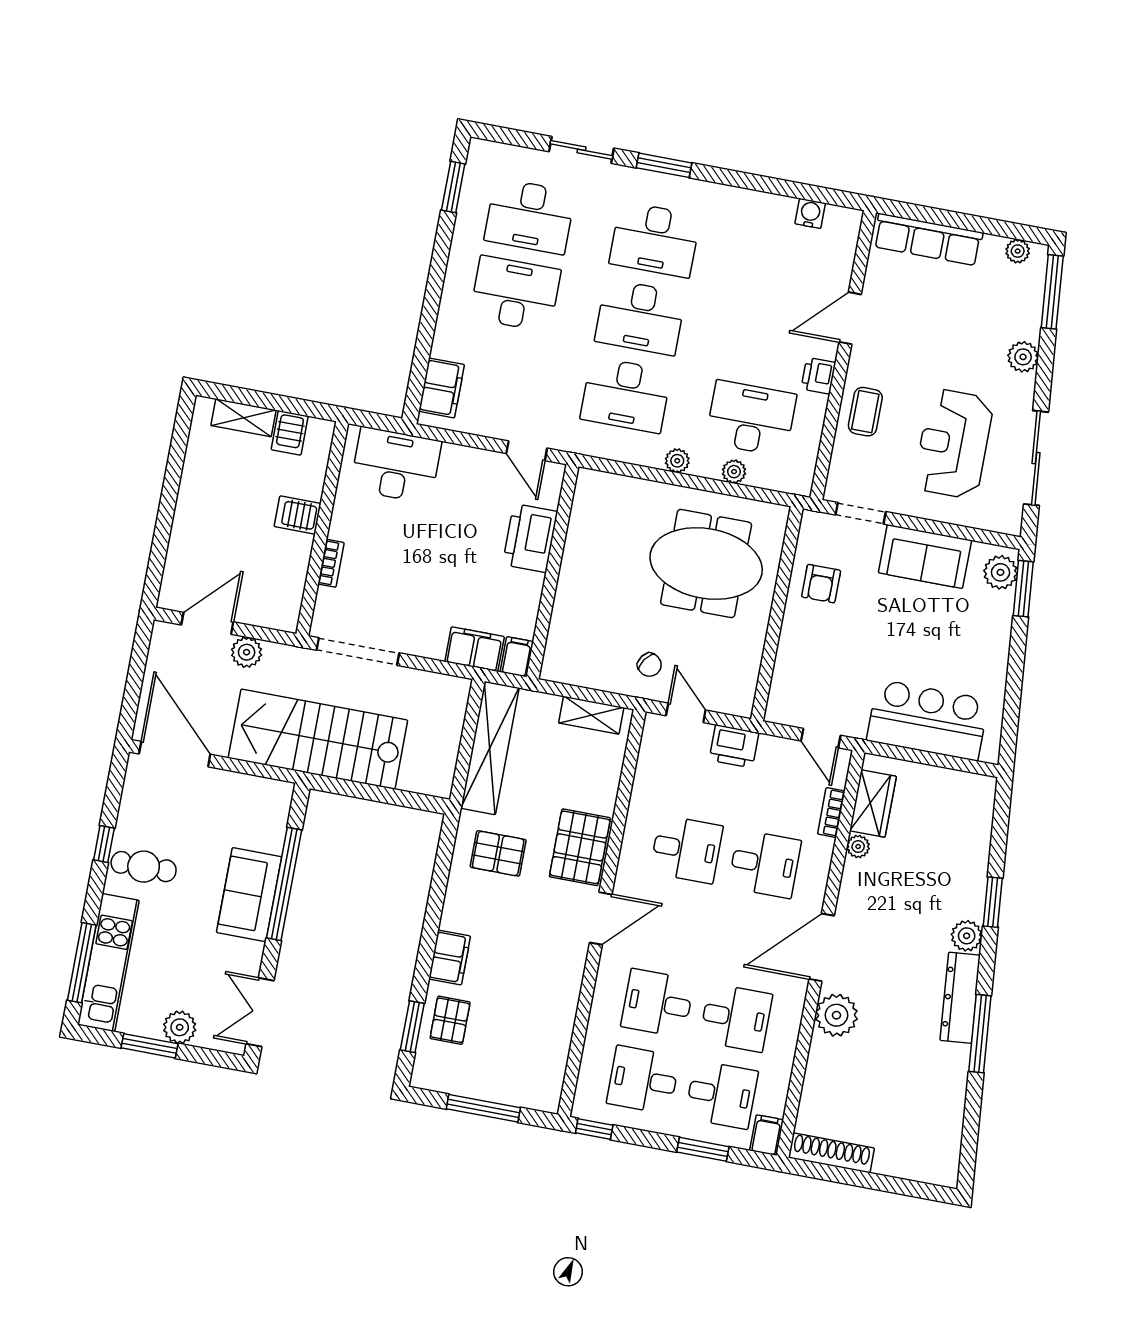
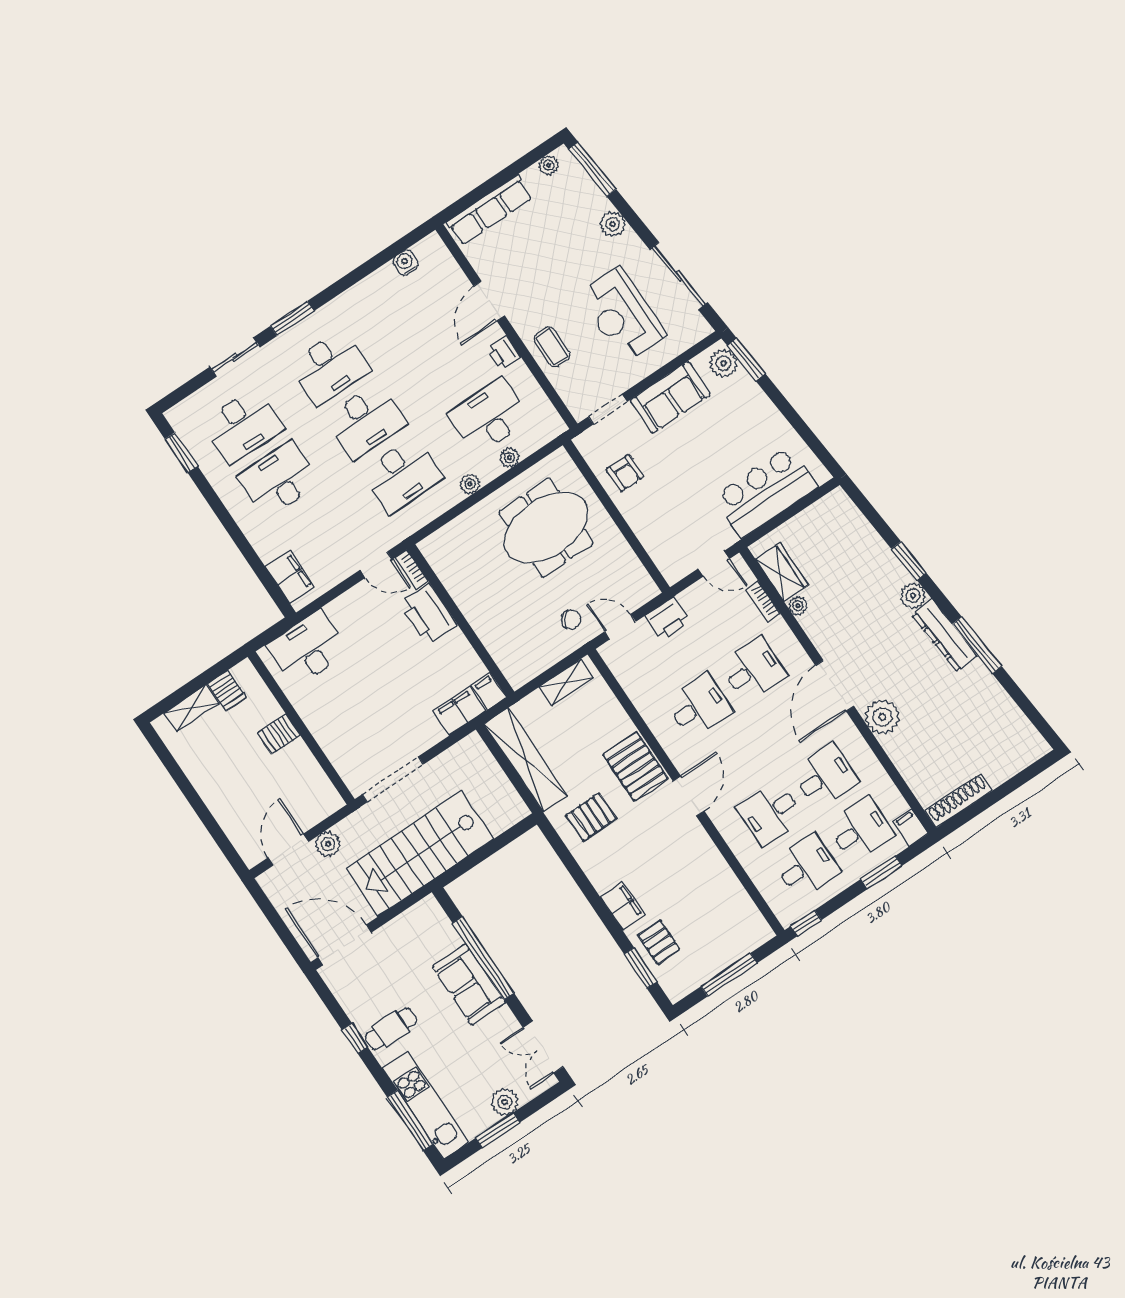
bookcase: (331, 563) -> (411, 569), moved, turned 180
desk: (643, 1080) -> (806, 866), turned 180

